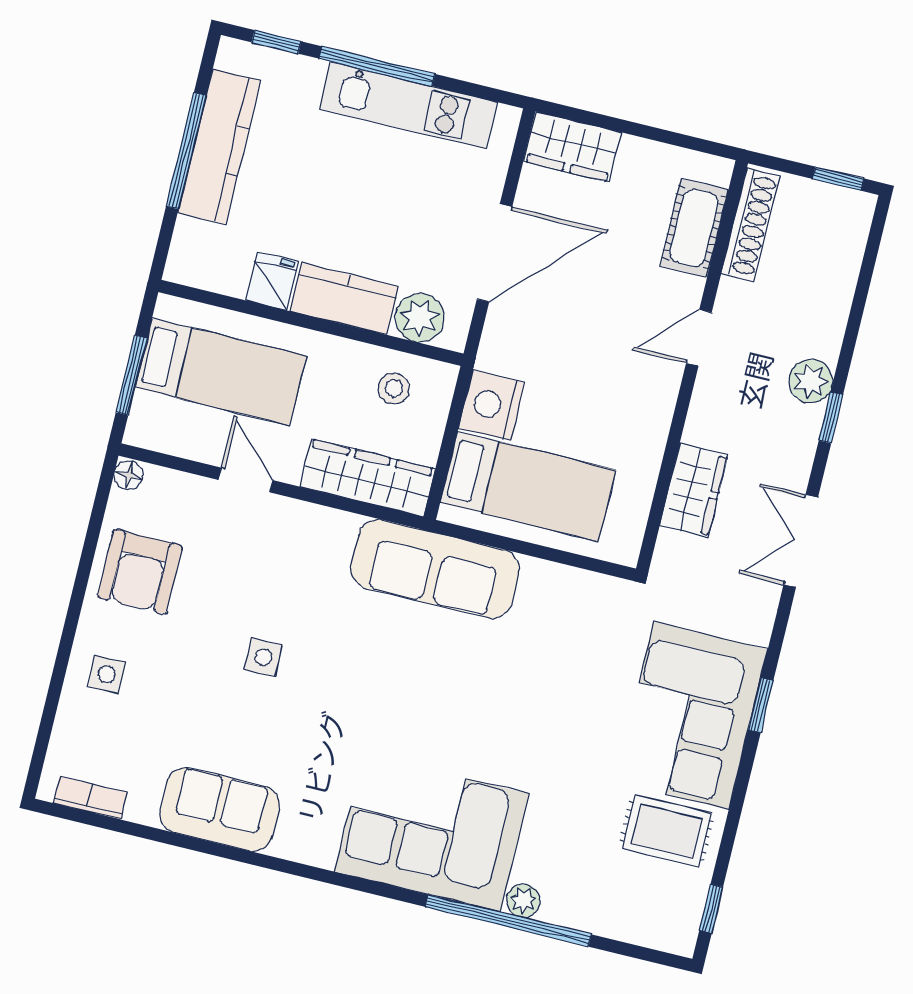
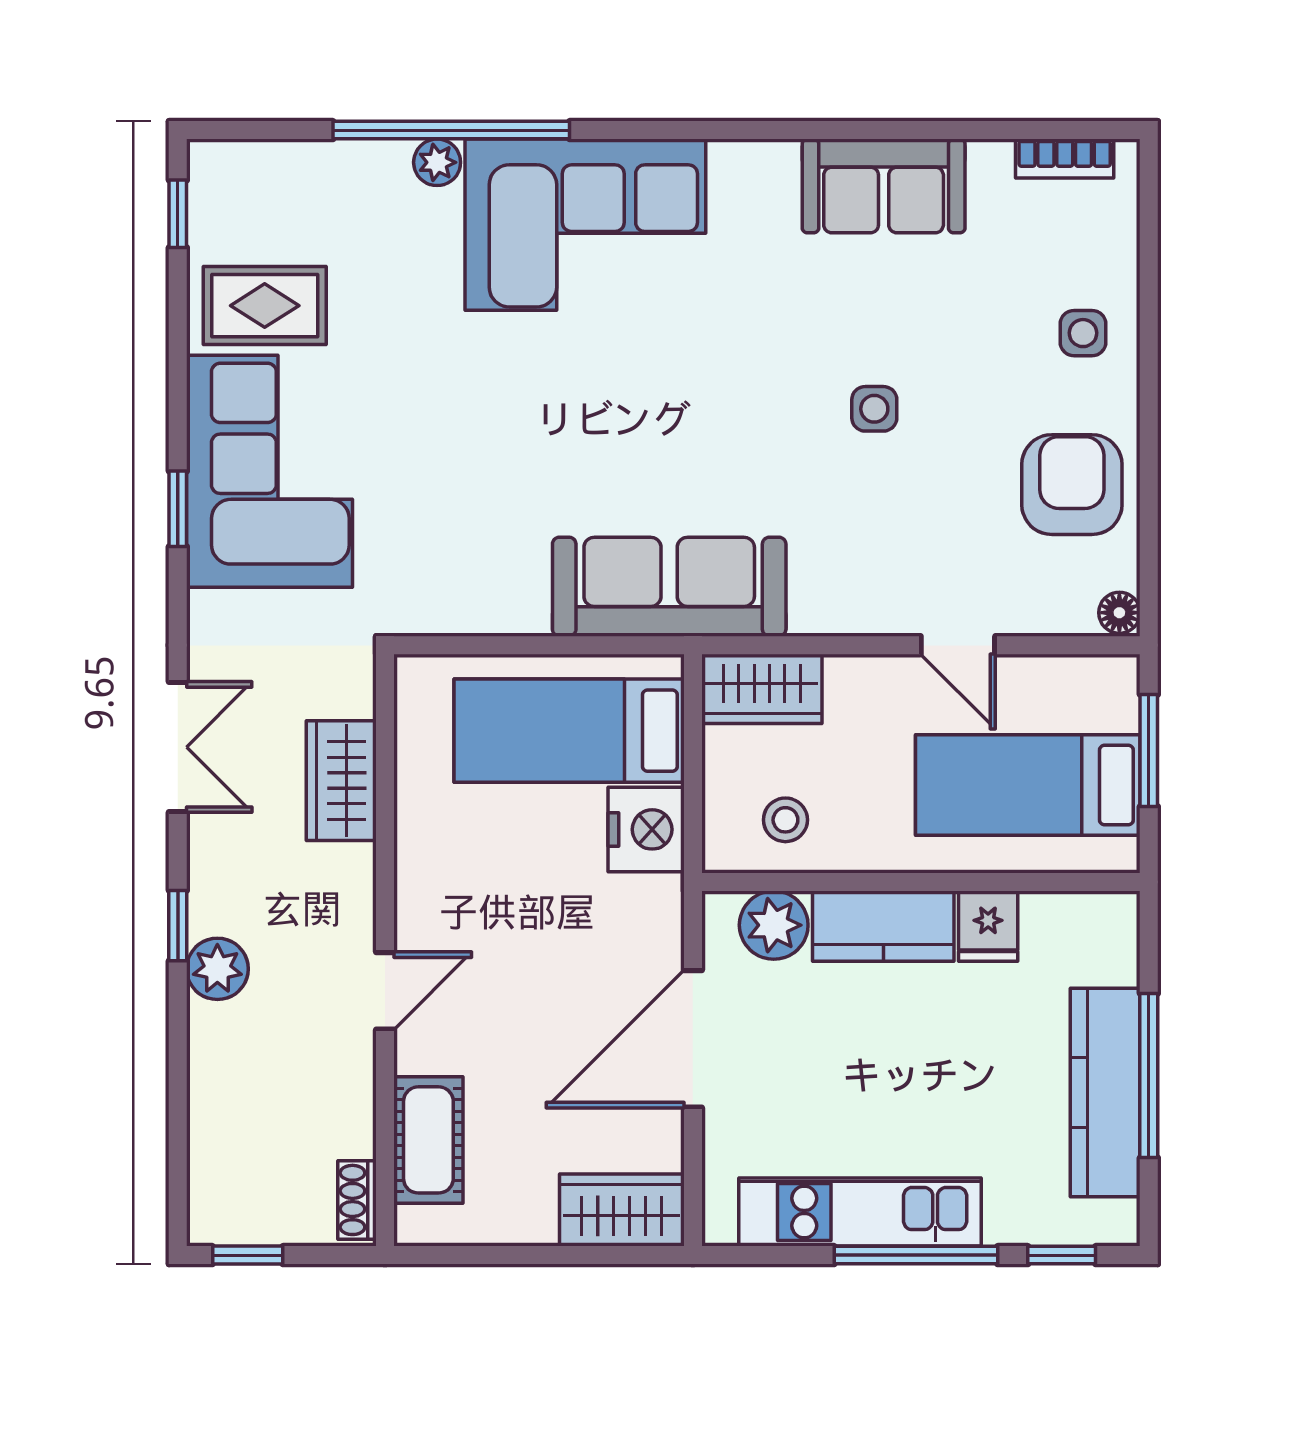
shoe rack: (750, 225) -> (357, 1200), width x0.51, depth x0.81
wardrobe: (367, 478) -> (762, 689), width x0.67

